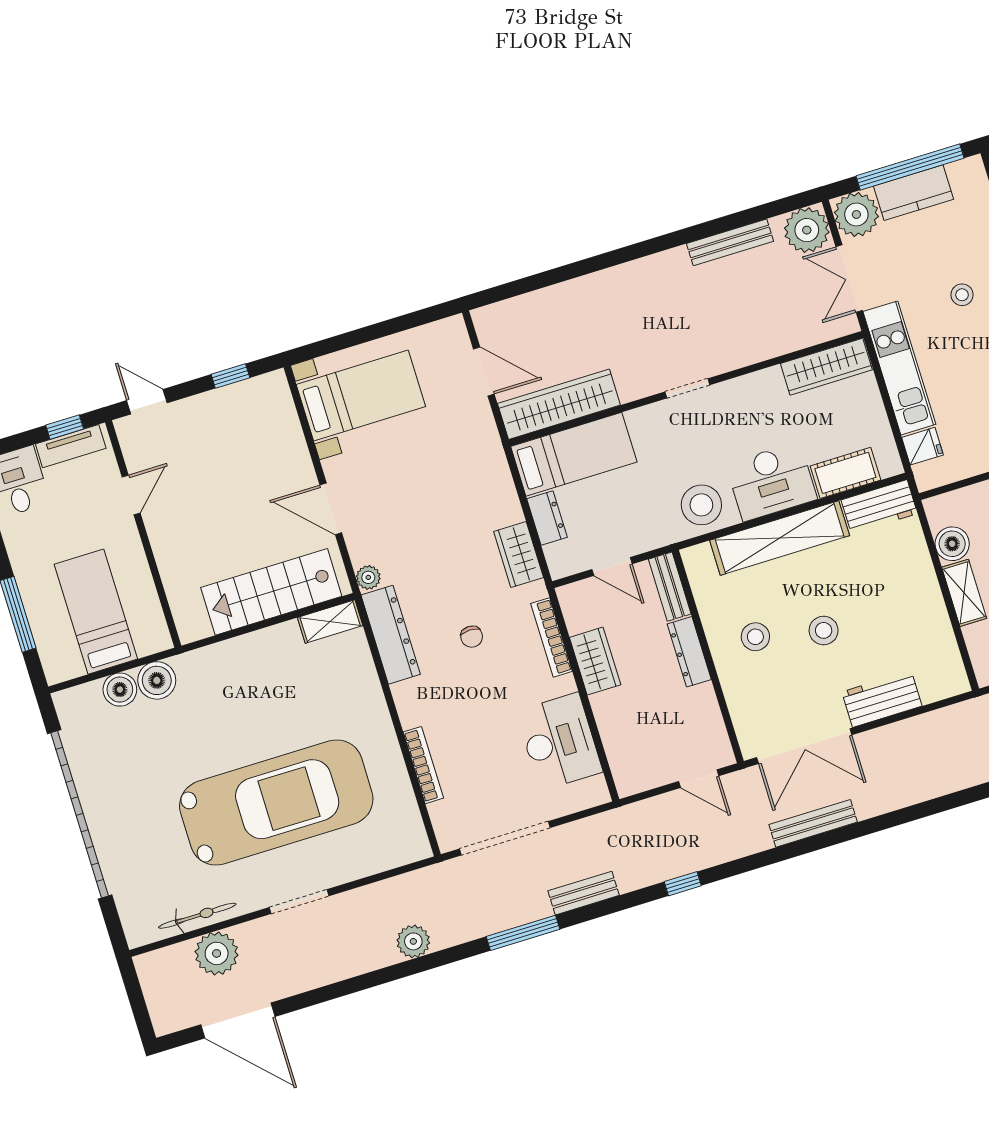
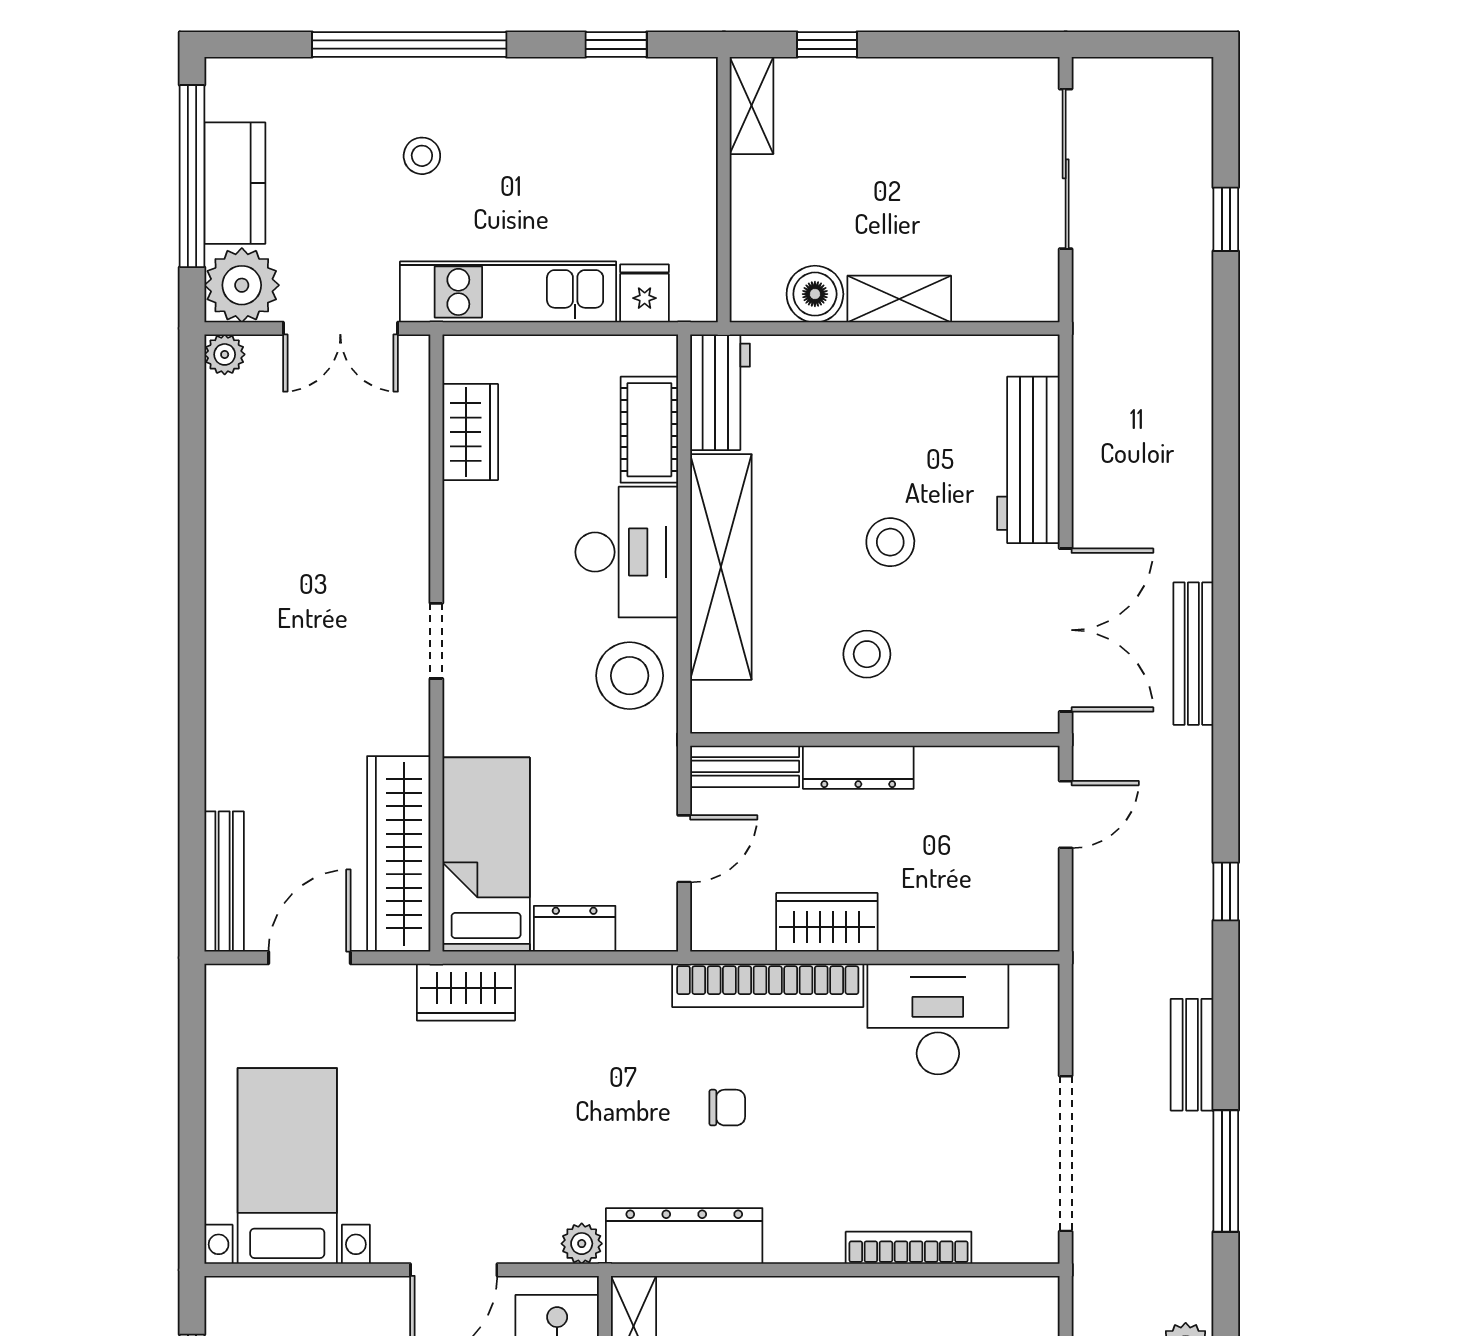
plant: (807, 230) -> (225, 354), width x0.53, depth x0.53
bench: (730, 242) -> (224, 882), moved
wardrobe: (826, 367) -> (470, 432), width x0.67
wardrobe: (519, 554) -> (466, 992), moved
bookcase: (552, 637) -> (768, 985), width x1.48, depth x1.31
workbench: (882, 699) -> (1028, 460), width x1.38

